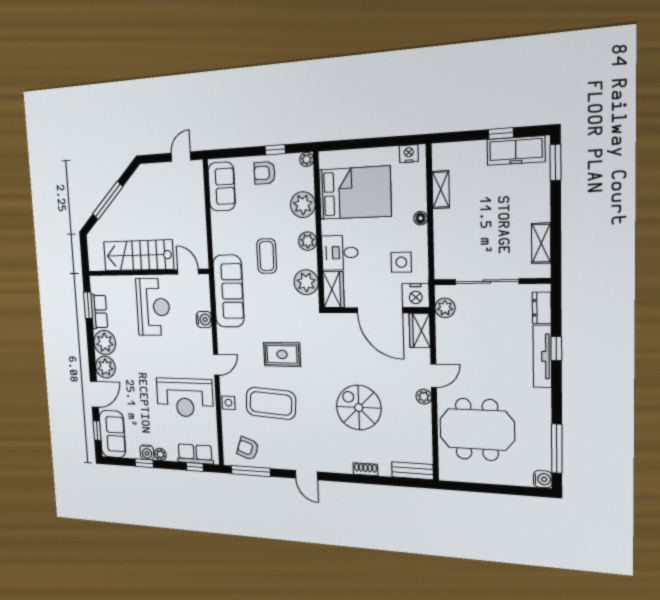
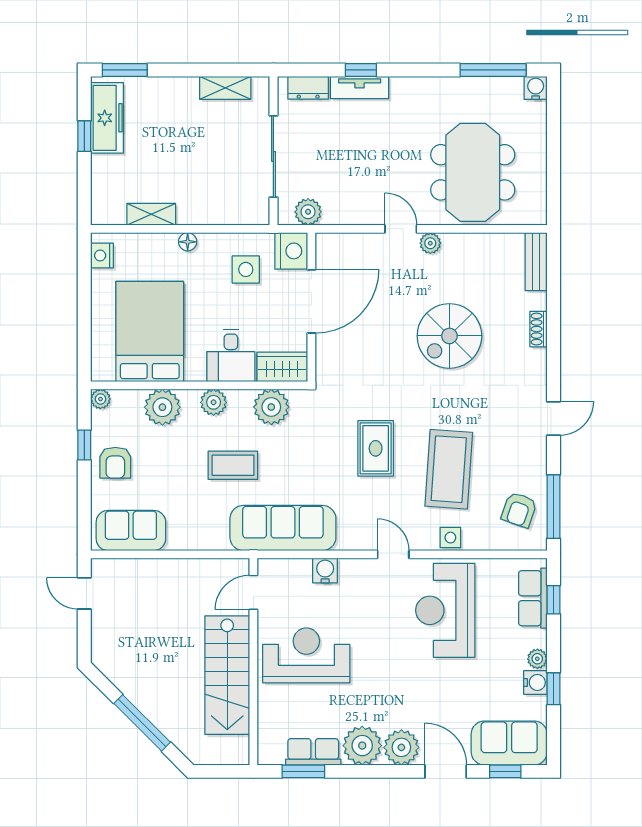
wardrobe: (420, 330) -> (339, 247), removed
tv unit: (542, 356) -> (360, 87), width x0.71
reception desk: (185, 397) -> (445, 610), turned 180

